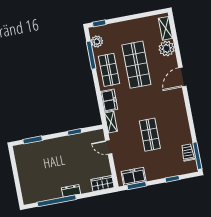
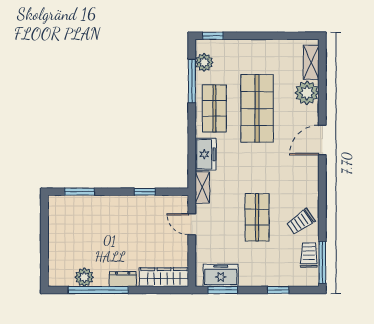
trolley: (178, 132) -> (301, 222), added
wardrobe: (103, 184) -> (164, 277), width x1.50
plant: (46, 194) -> (84, 277), added

